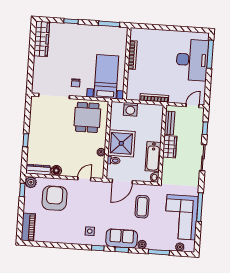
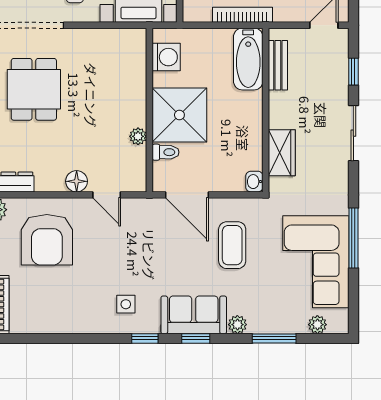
washing machine: (130, 109) -> (166, 57), moved, turned -90
dining table: (87, 117) -> (34, 89), moved
wardrobe: (170, 147) -> (282, 153), moved
bathtub: (153, 157) -> (248, 59), moved
floor lamp: (56, 170) -> (77, 181), moved
door: (84, 179) -> (107, 195), swing flipped
door: (122, 181) -> (187, 195), hinge flipped
armchair: (55, 198) -> (47, 240), turned 180

